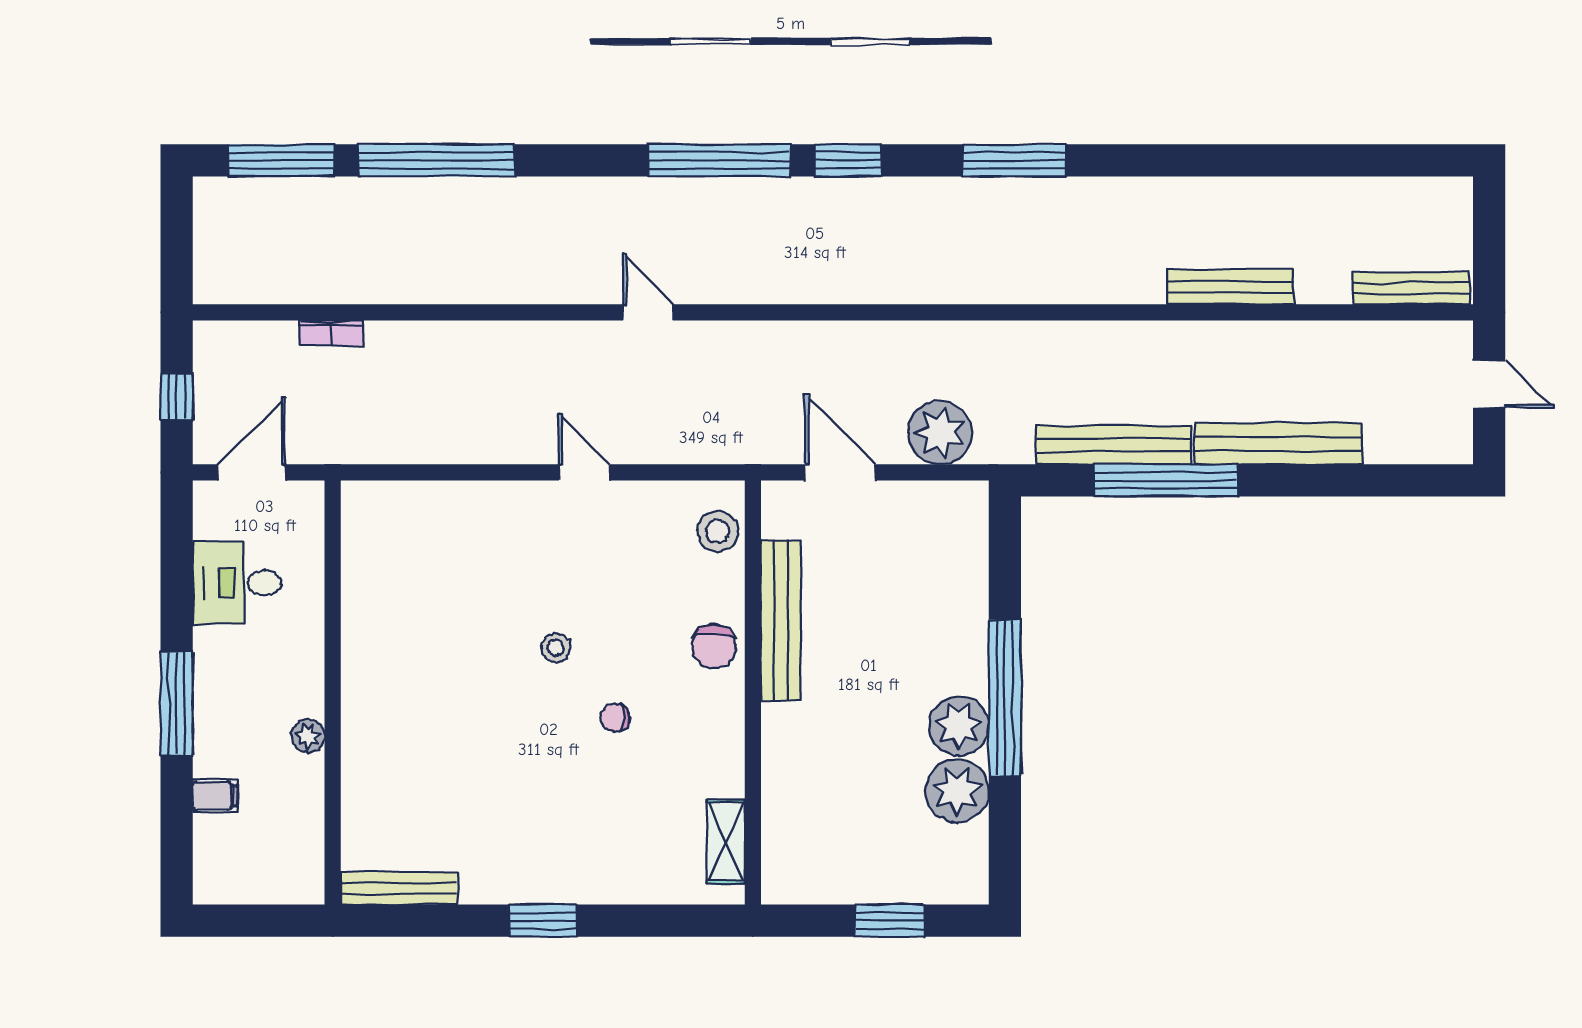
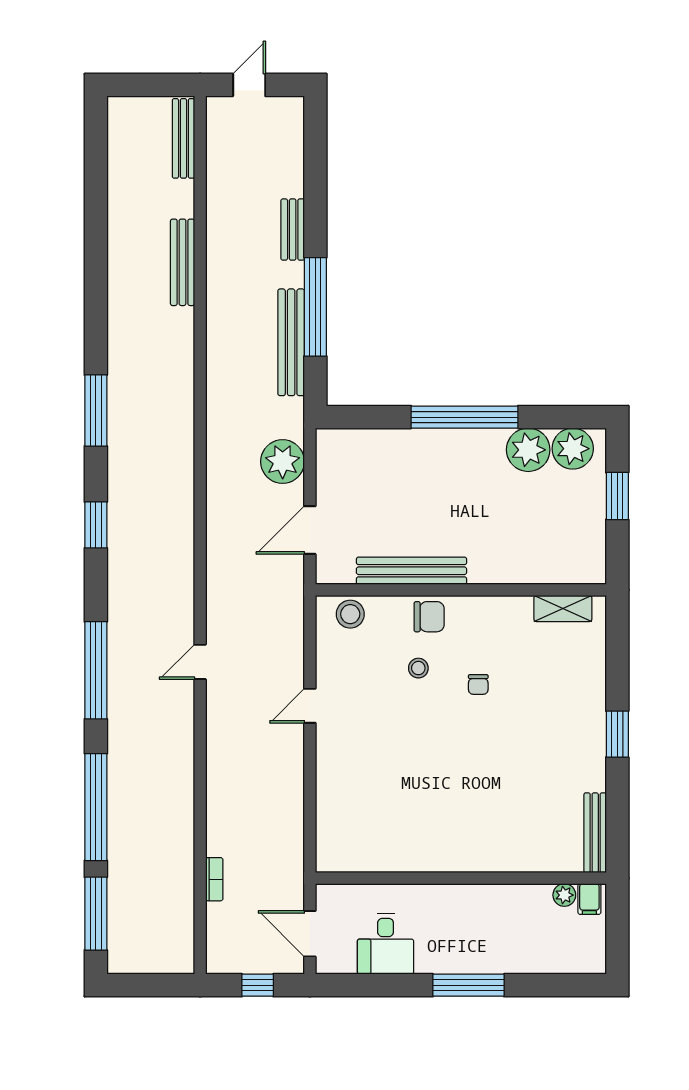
window: (719, 160) -> (96, 670), moved
bench: (1278, 444) -> (293, 230), width x0.54, depth x0.82
stool: (556, 648) -> (418, 668), moved
plant: (959, 726) -> (573, 449), moved
plant: (308, 736) -> (564, 895), moved
filing cabinet: (215, 796) -> (589, 899), moved, turned 180

